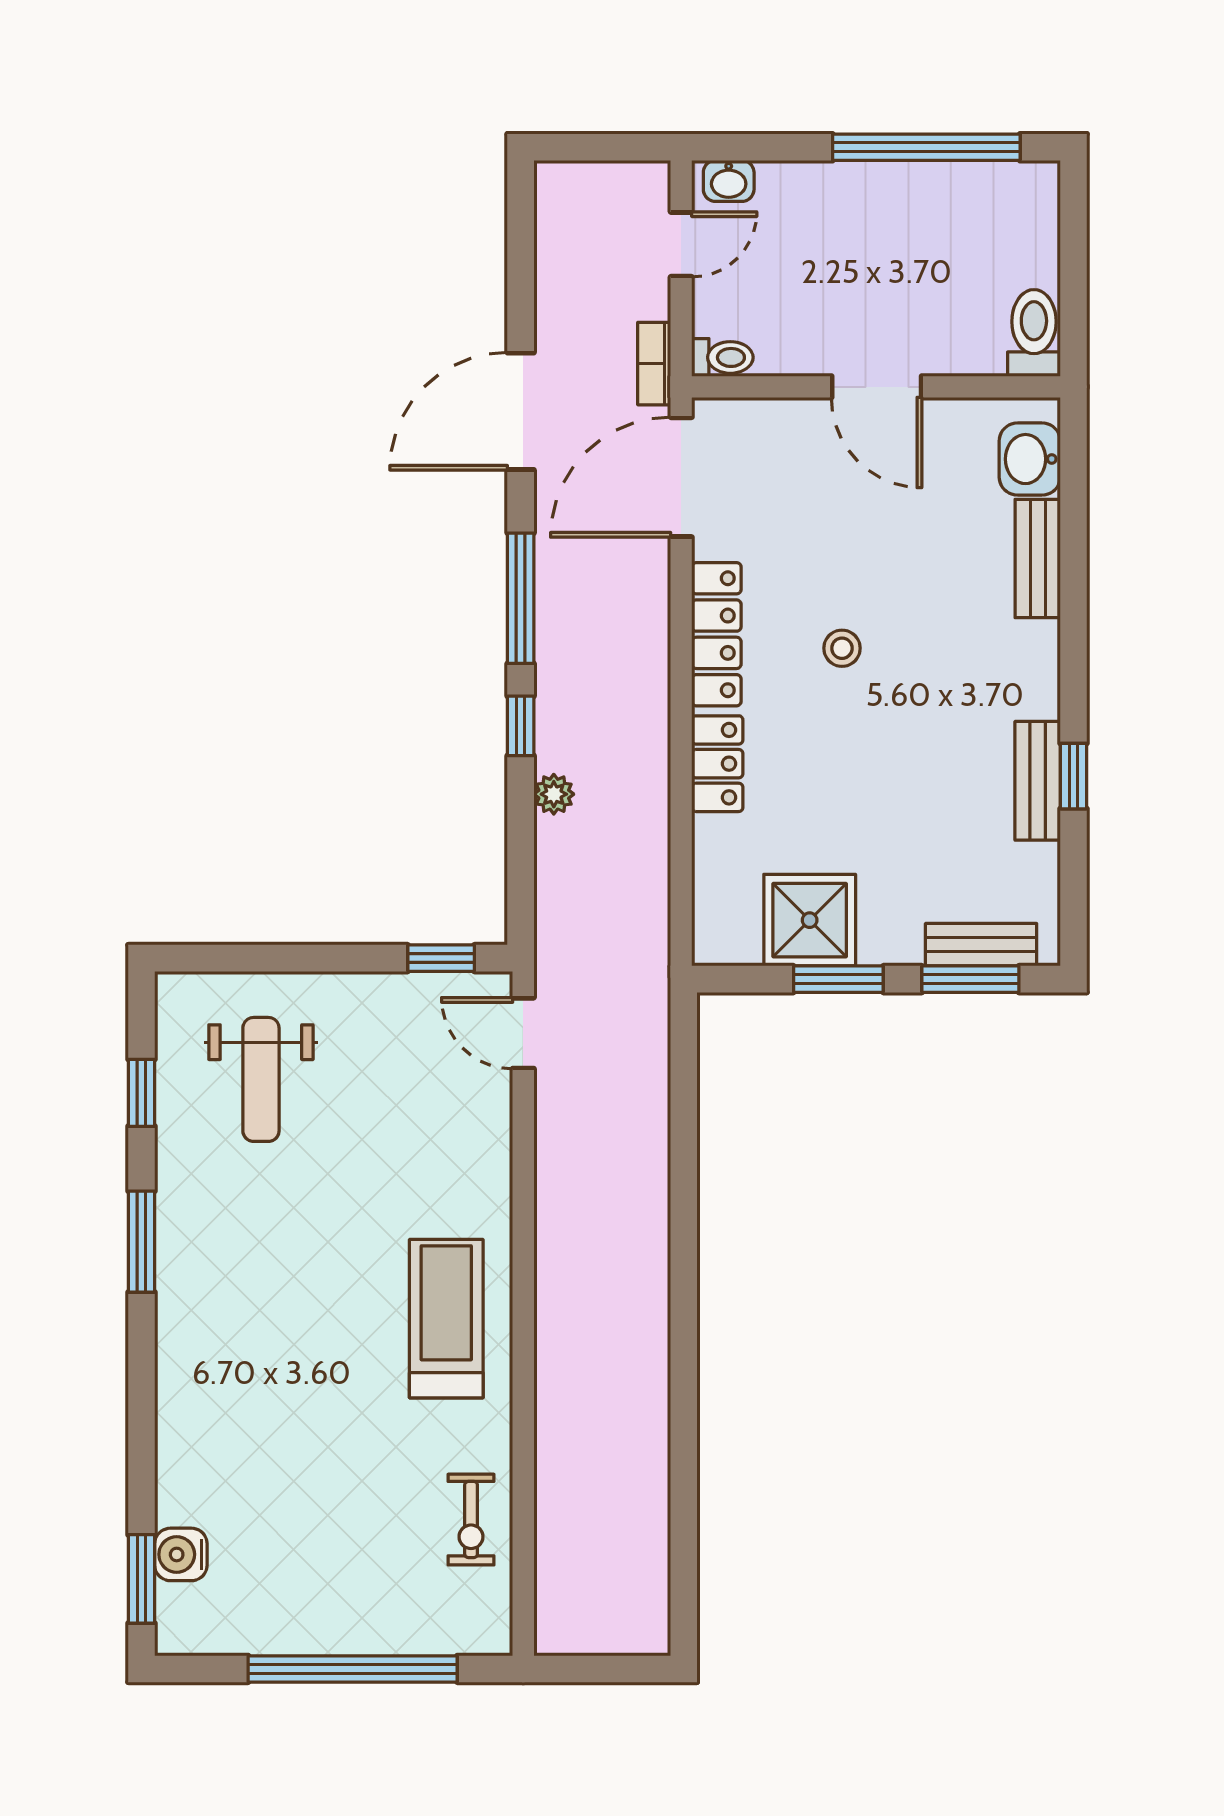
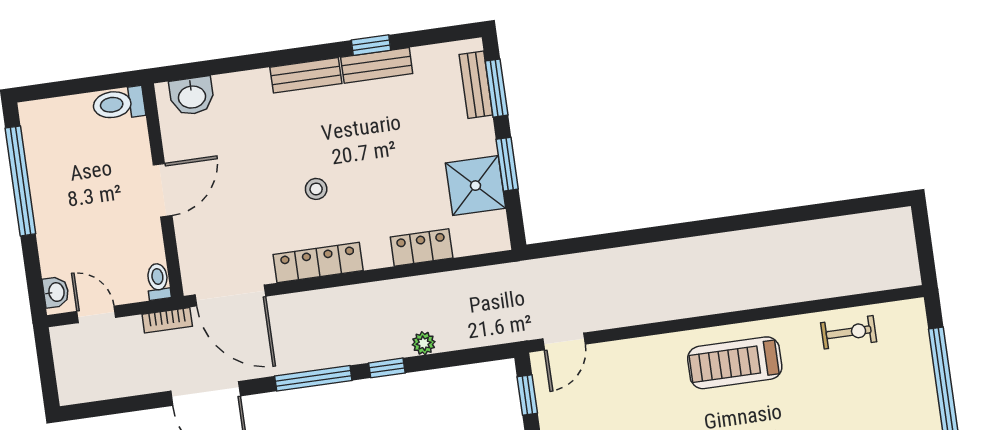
bench: (1038, 559) -> (306, 75), moved
locker: (717, 764) -> (422, 247), moved

